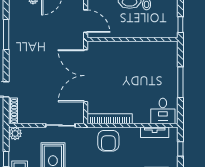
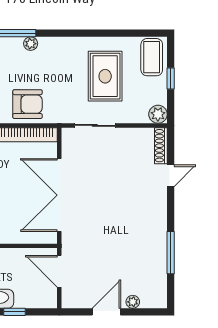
double door: (86, 76) -> (59, 195), swing flipped
armchair: (108, 141) -> (28, 104), turned 90

